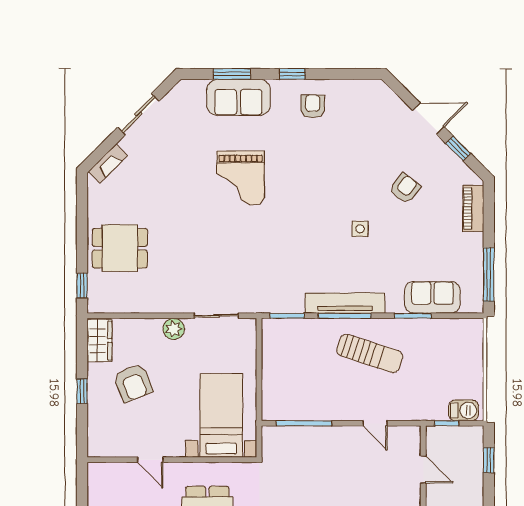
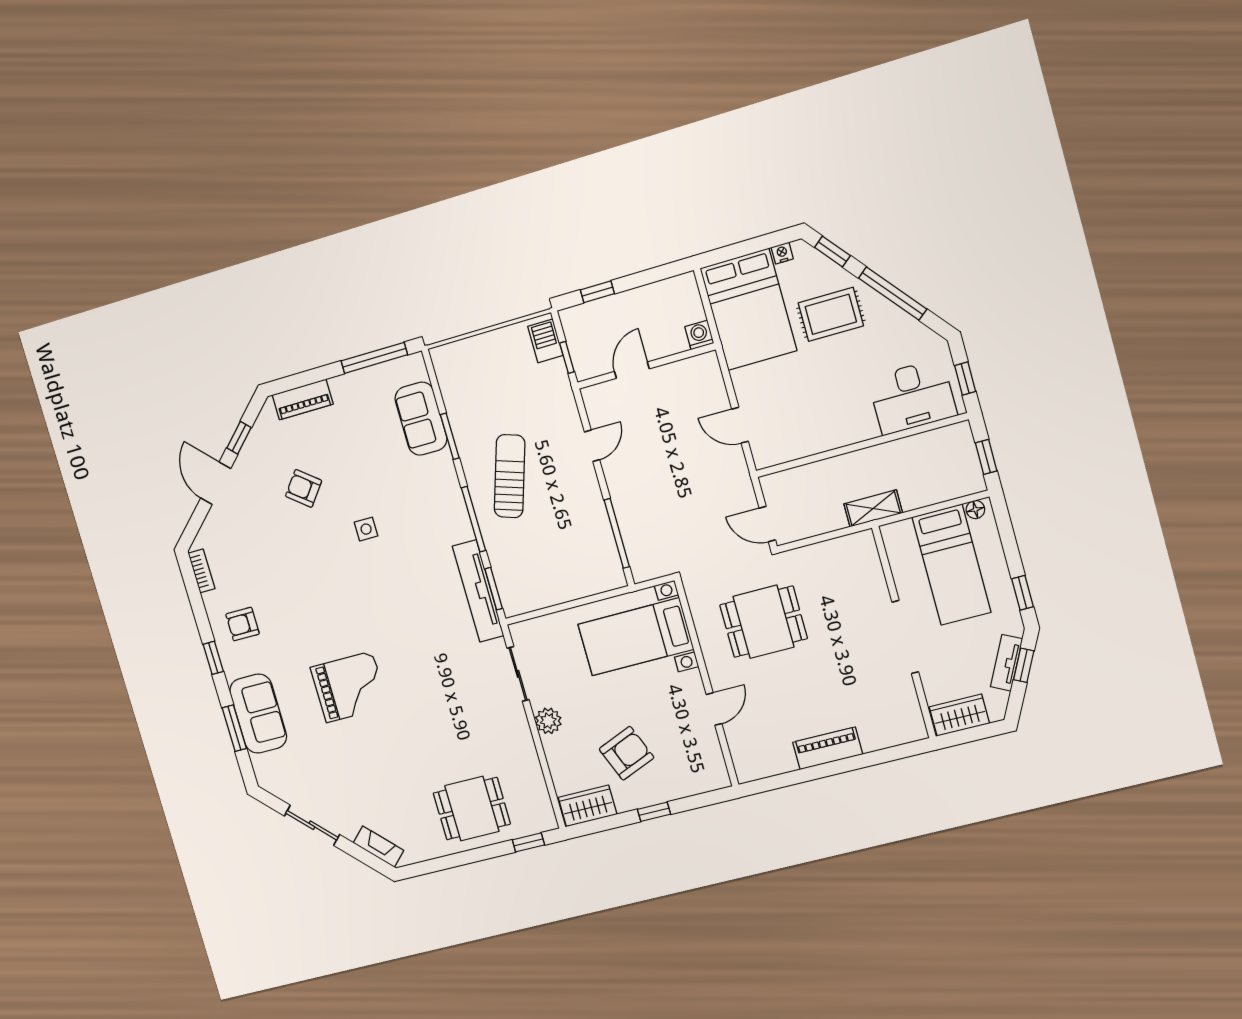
bookcase: (363, 86) -> (202, 571), added
dining table: (120, 248) -> (472, 809), turned 90
tv unit: (345, 303) -> (478, 591), moved

